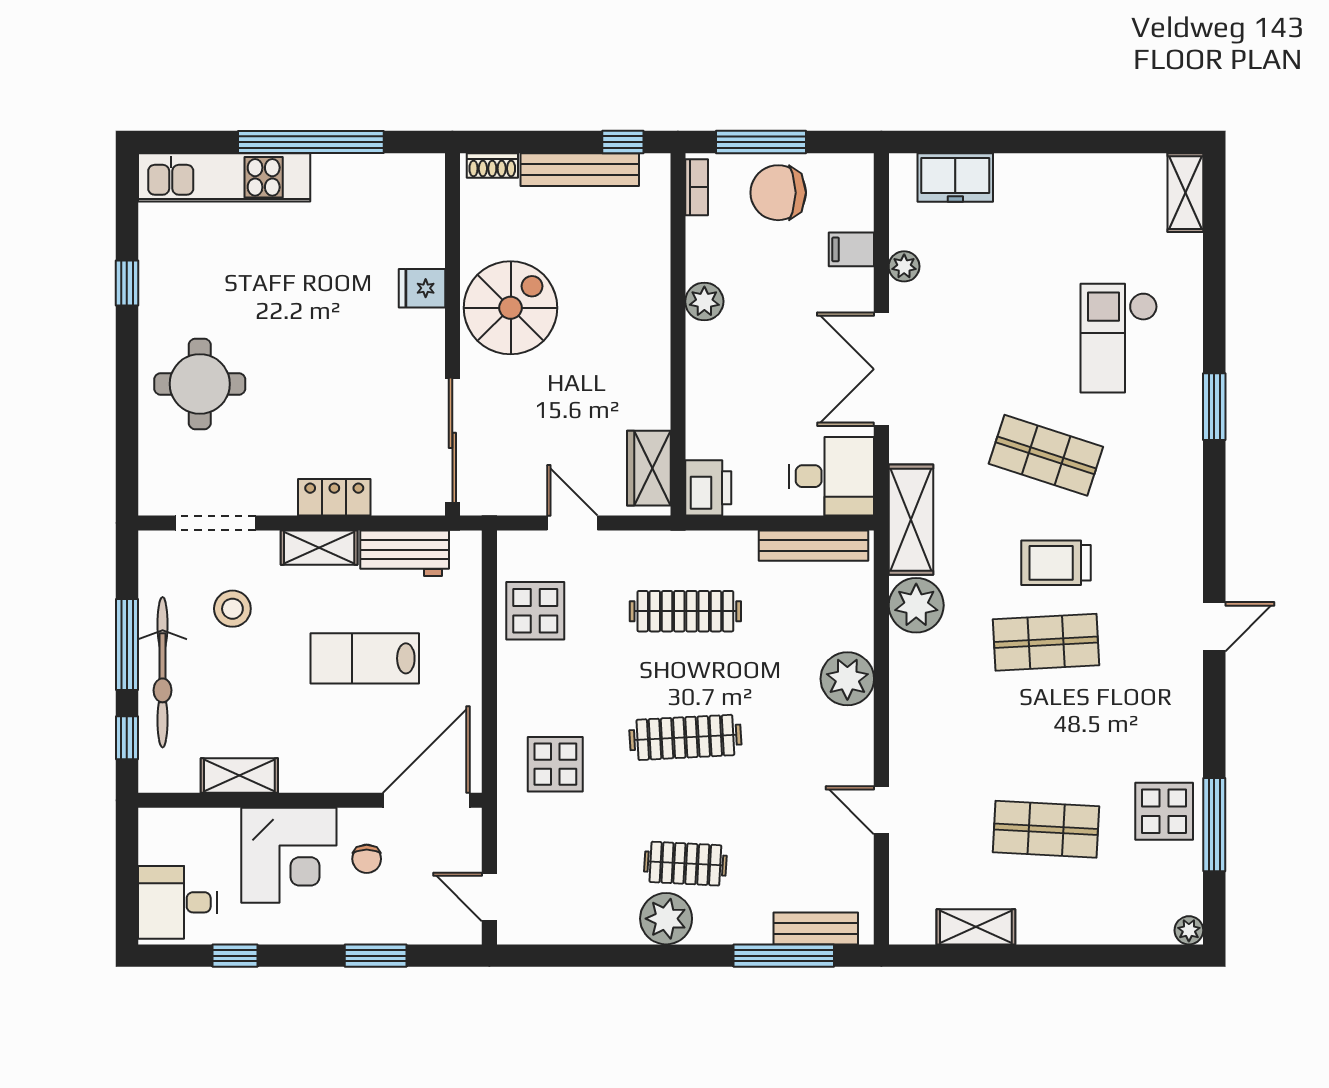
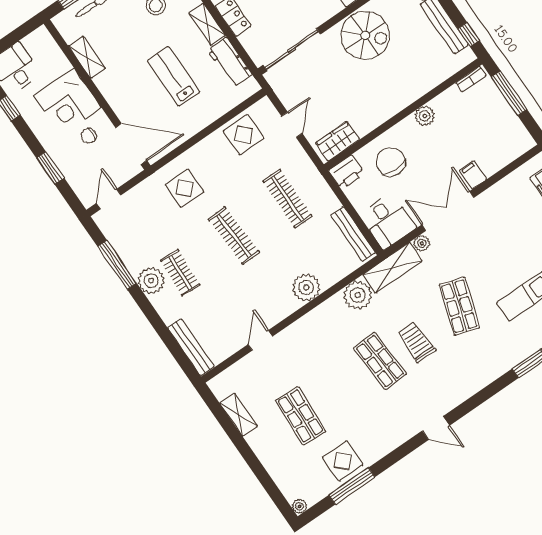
chair: (778, 193) -> (391, 162), moved
filing cabinet: (851, 249) -> (473, 175), moved
plant: (904, 266) -> (422, 243), moved
bench: (816, 928) -> (191, 347), width x1.36
window: (784, 956) -> (117, 265), moved

